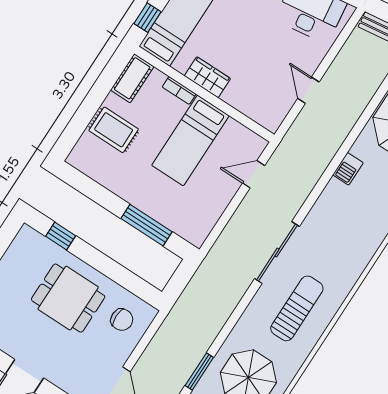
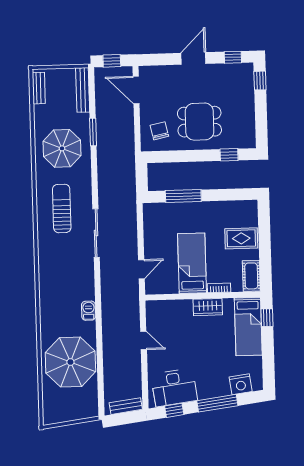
sun lounger: (297, 308) -> (62, 208), turned 180
chair: (122, 320) -> (159, 131), turned 78

